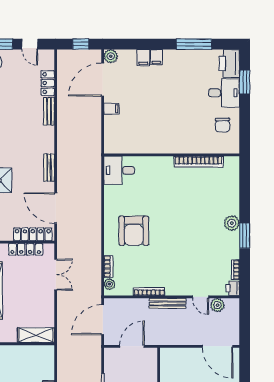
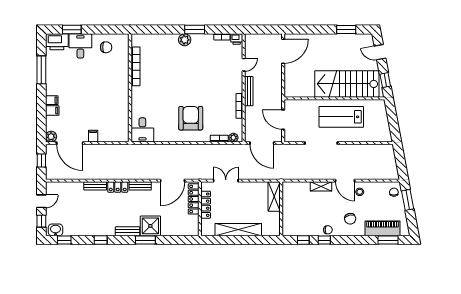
locker: (48, 83) -> (118, 187), moved
armchair: (134, 231) -> (191, 118), turned -90
plant: (217, 305) -> (250, 51), removed

